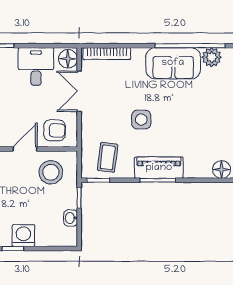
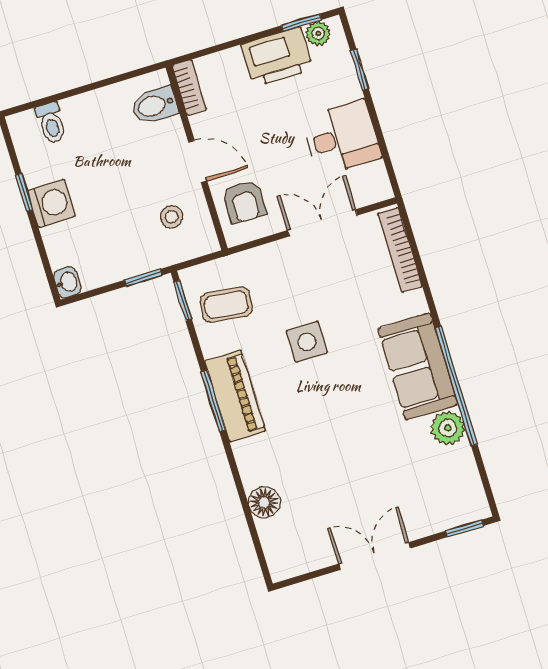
floor lamp: (68, 59) -> (371, 187), removed
stool: (51, 172) -> (172, 217), width x0.53, depth x0.53
washbasin: (71, 218) -> (67, 282), moved, turned 90

